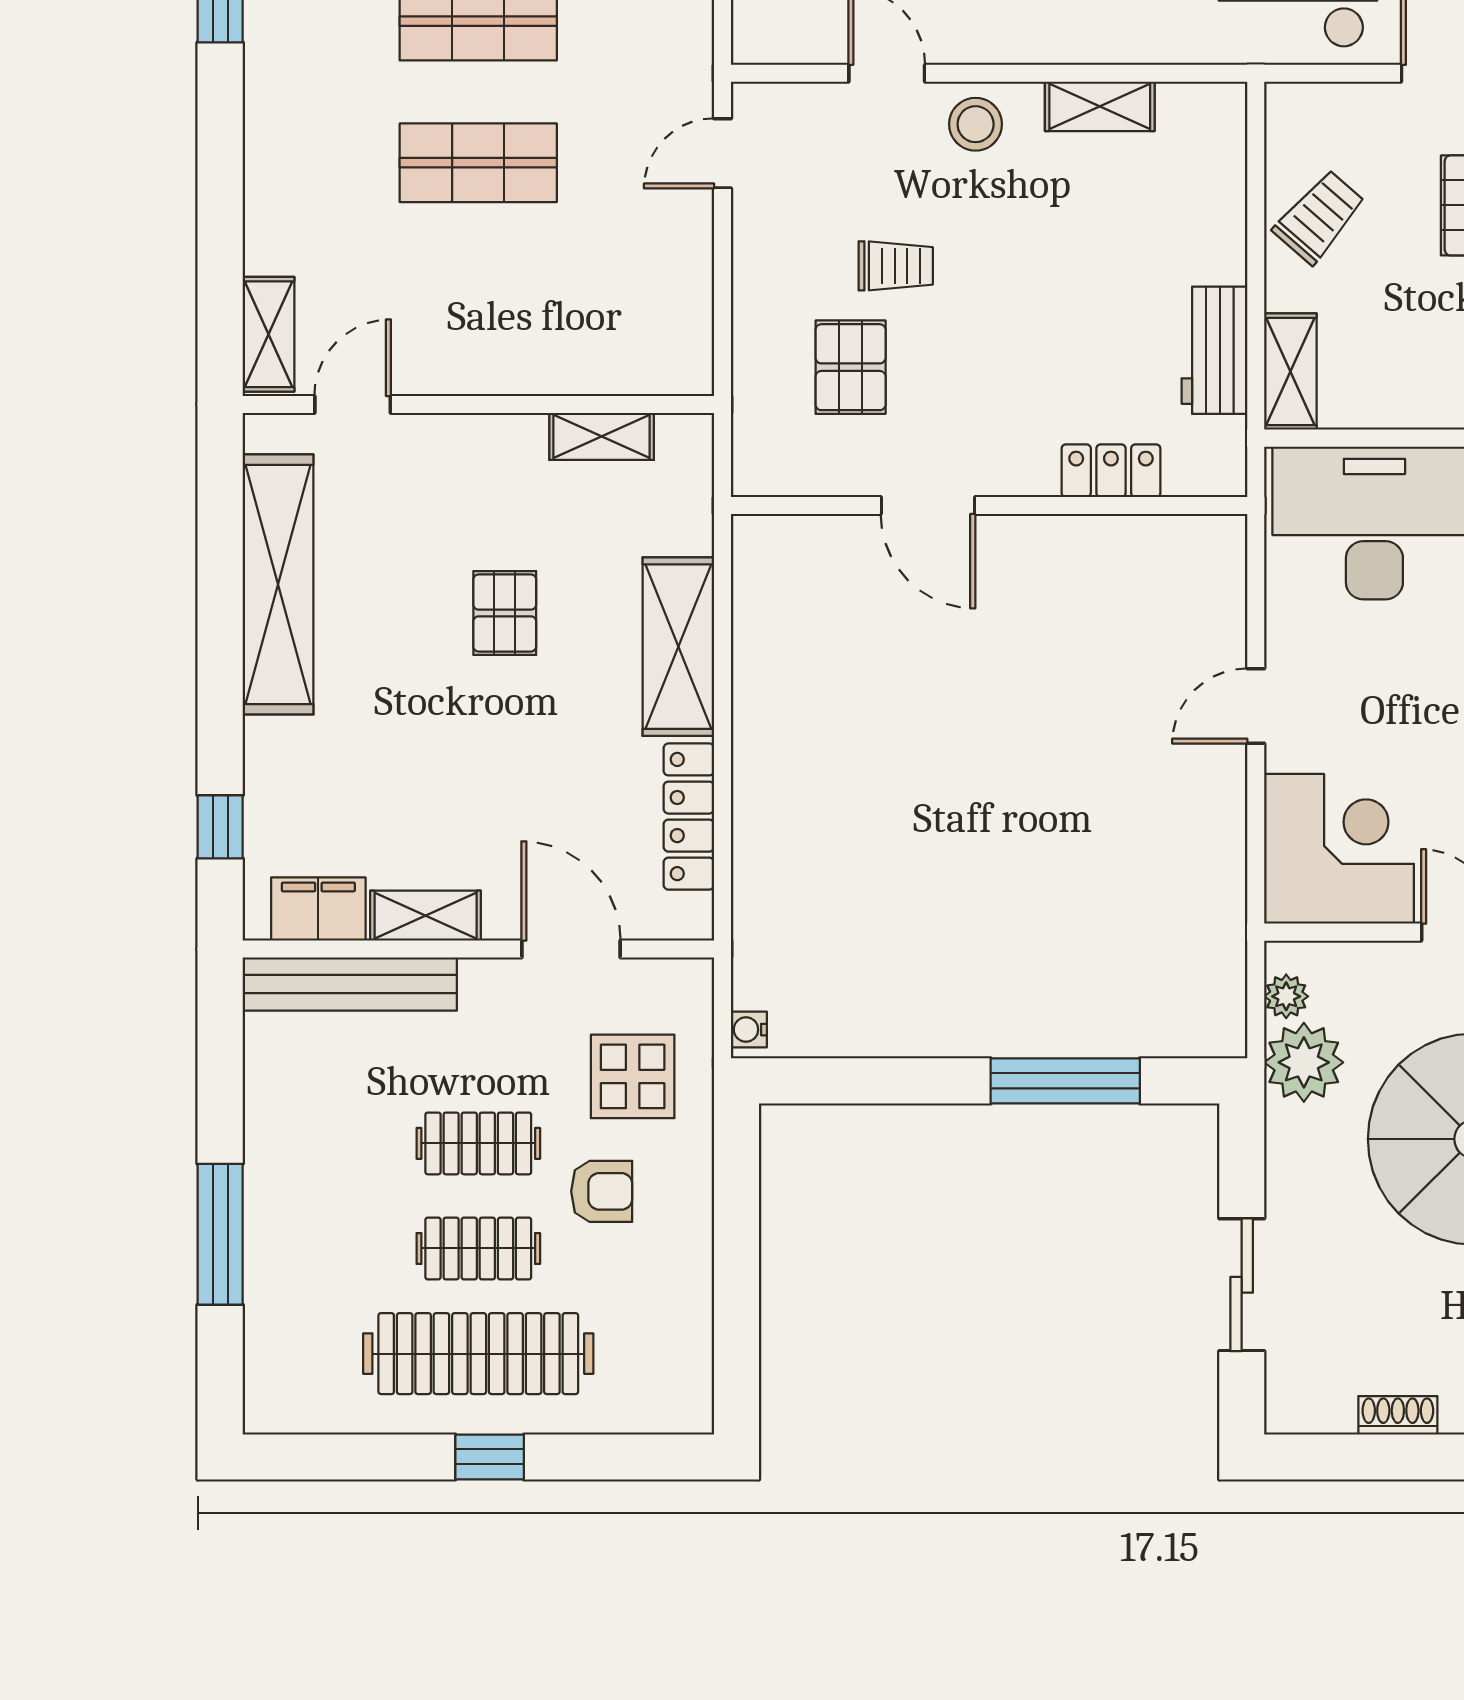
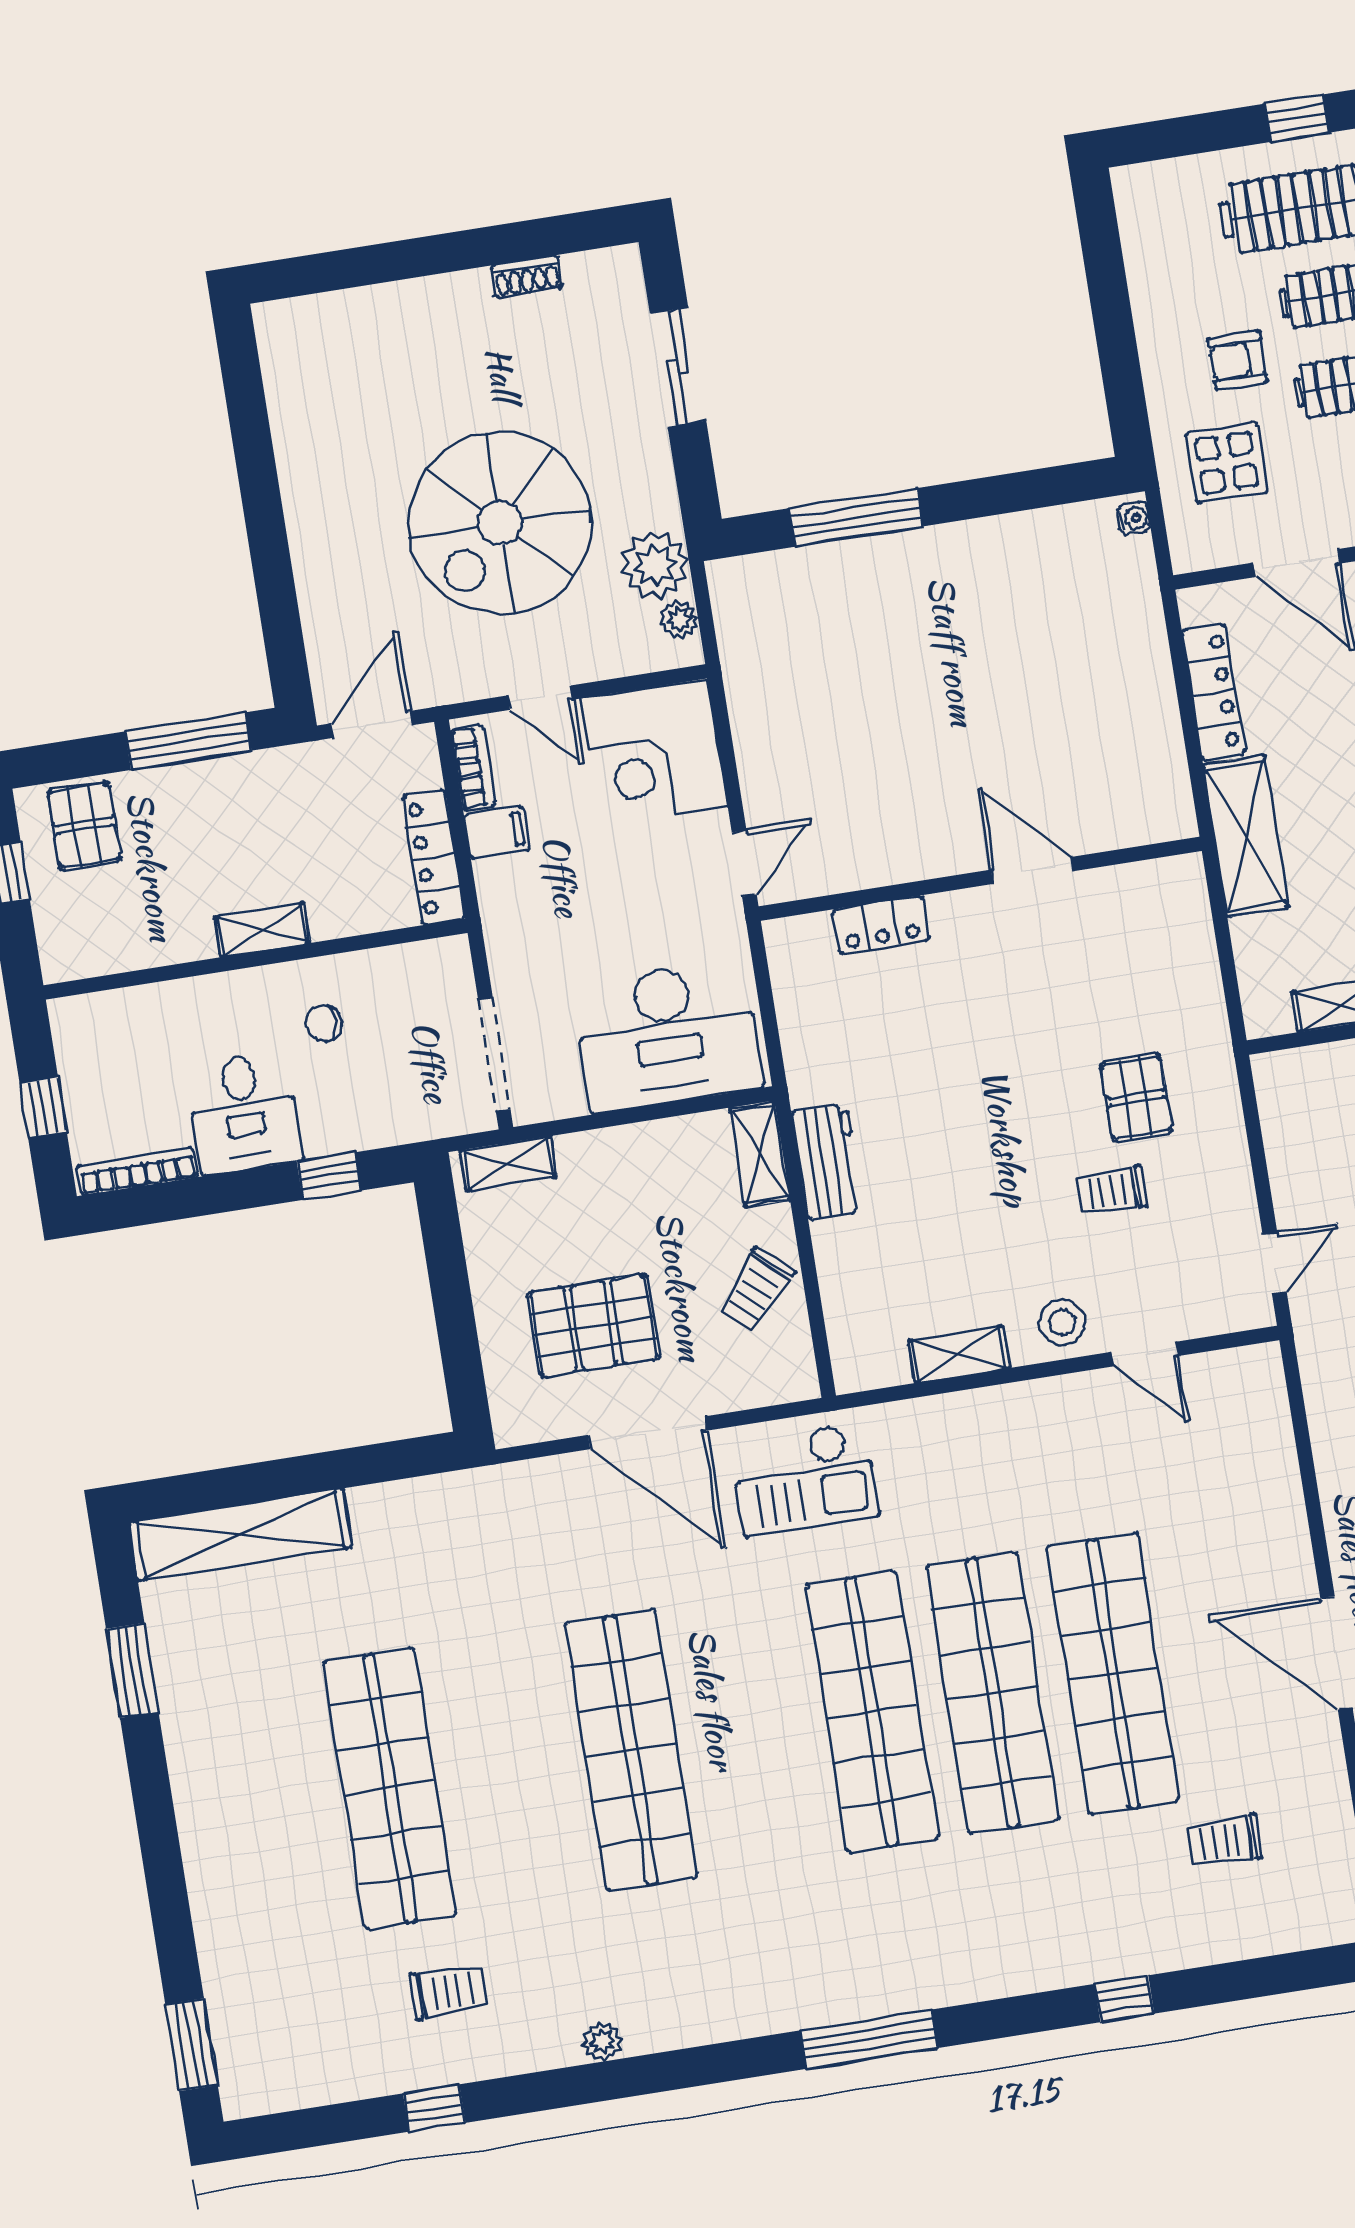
locker: (1111, 471) -> (881, 925), moved
door: (928, 505) -> (1032, 870), moved
wall: (989, 505) -> (980, 879), moved

